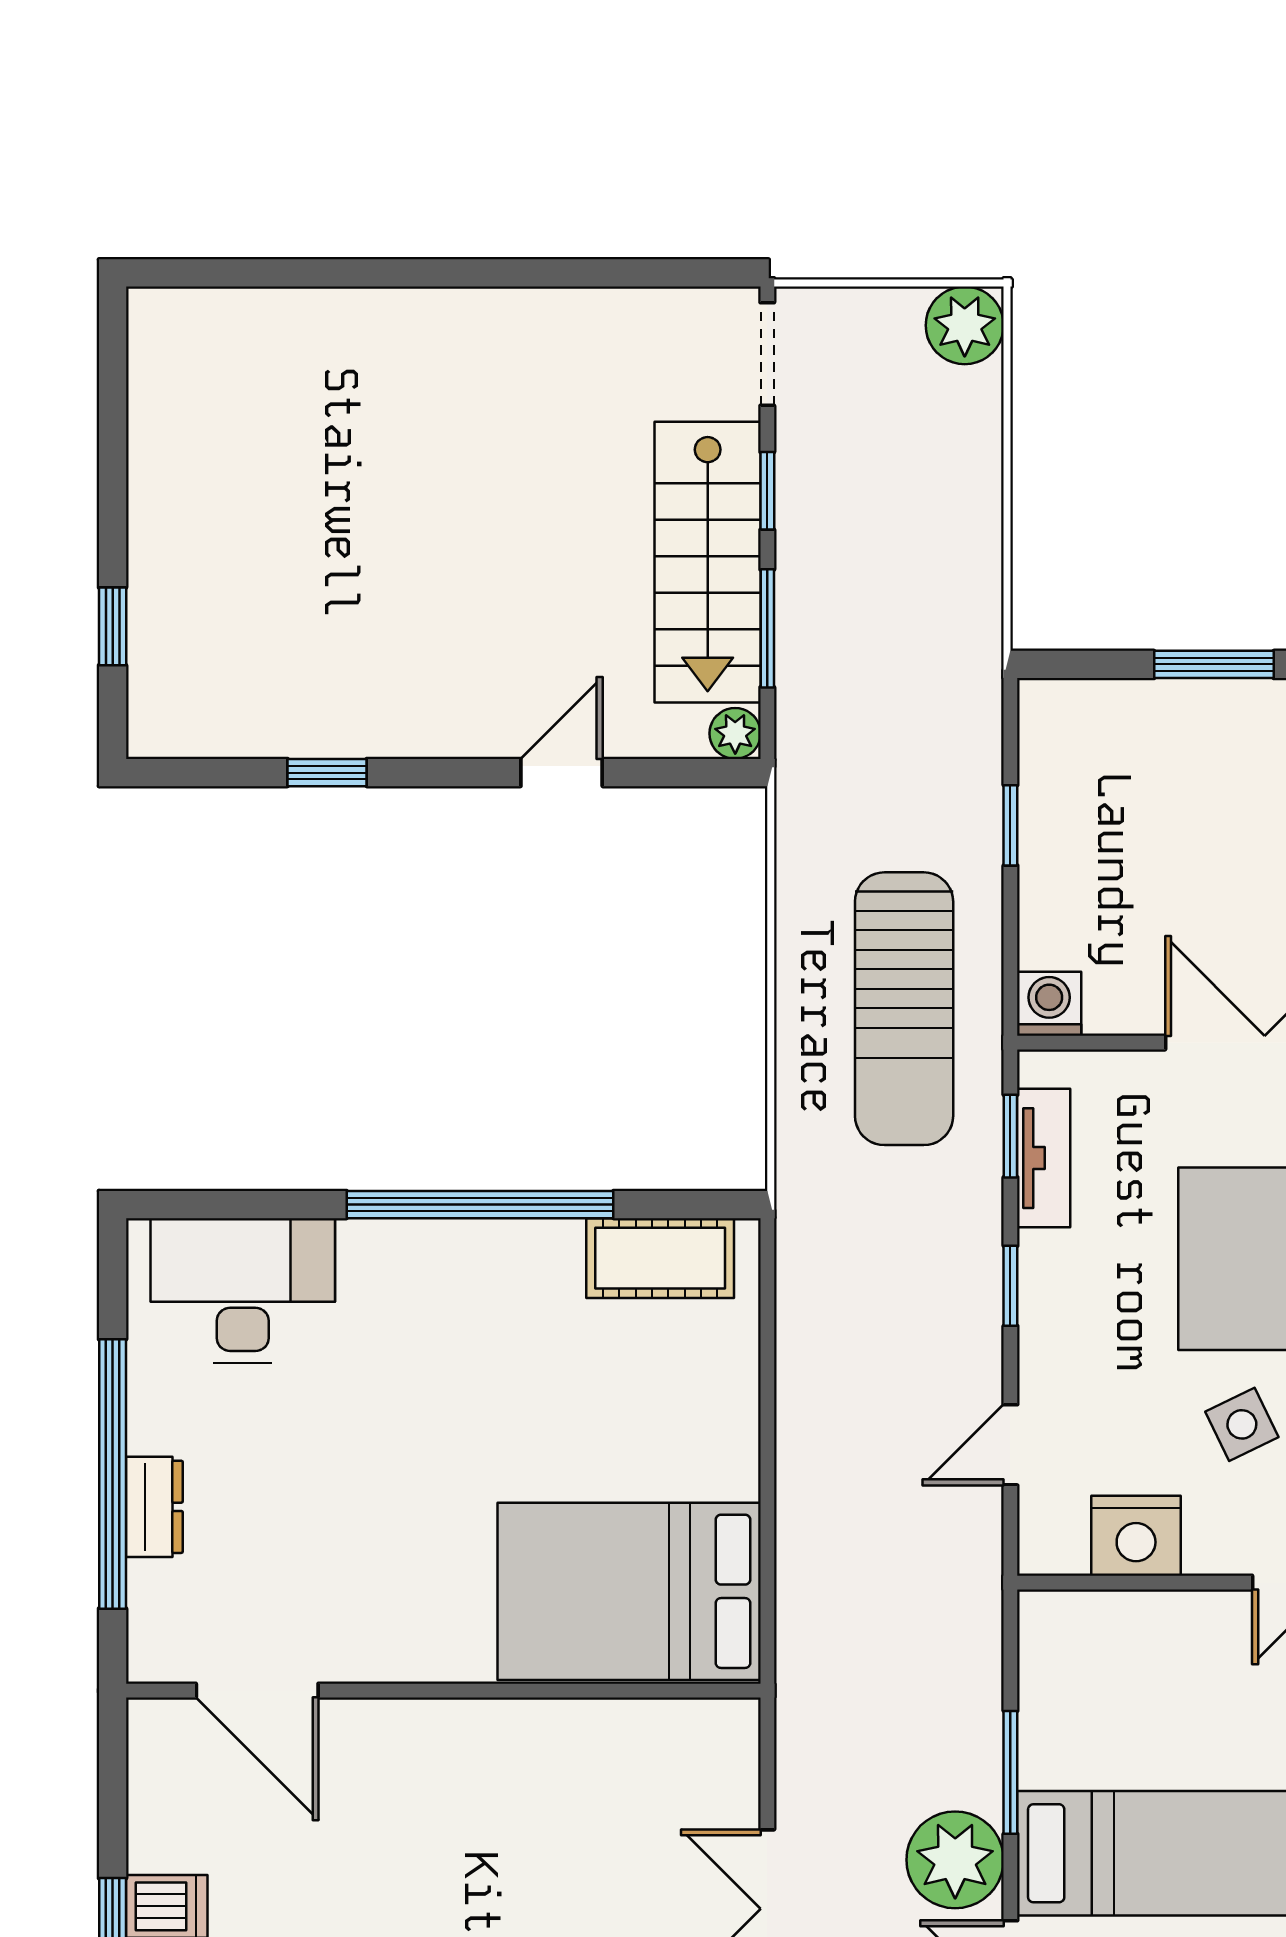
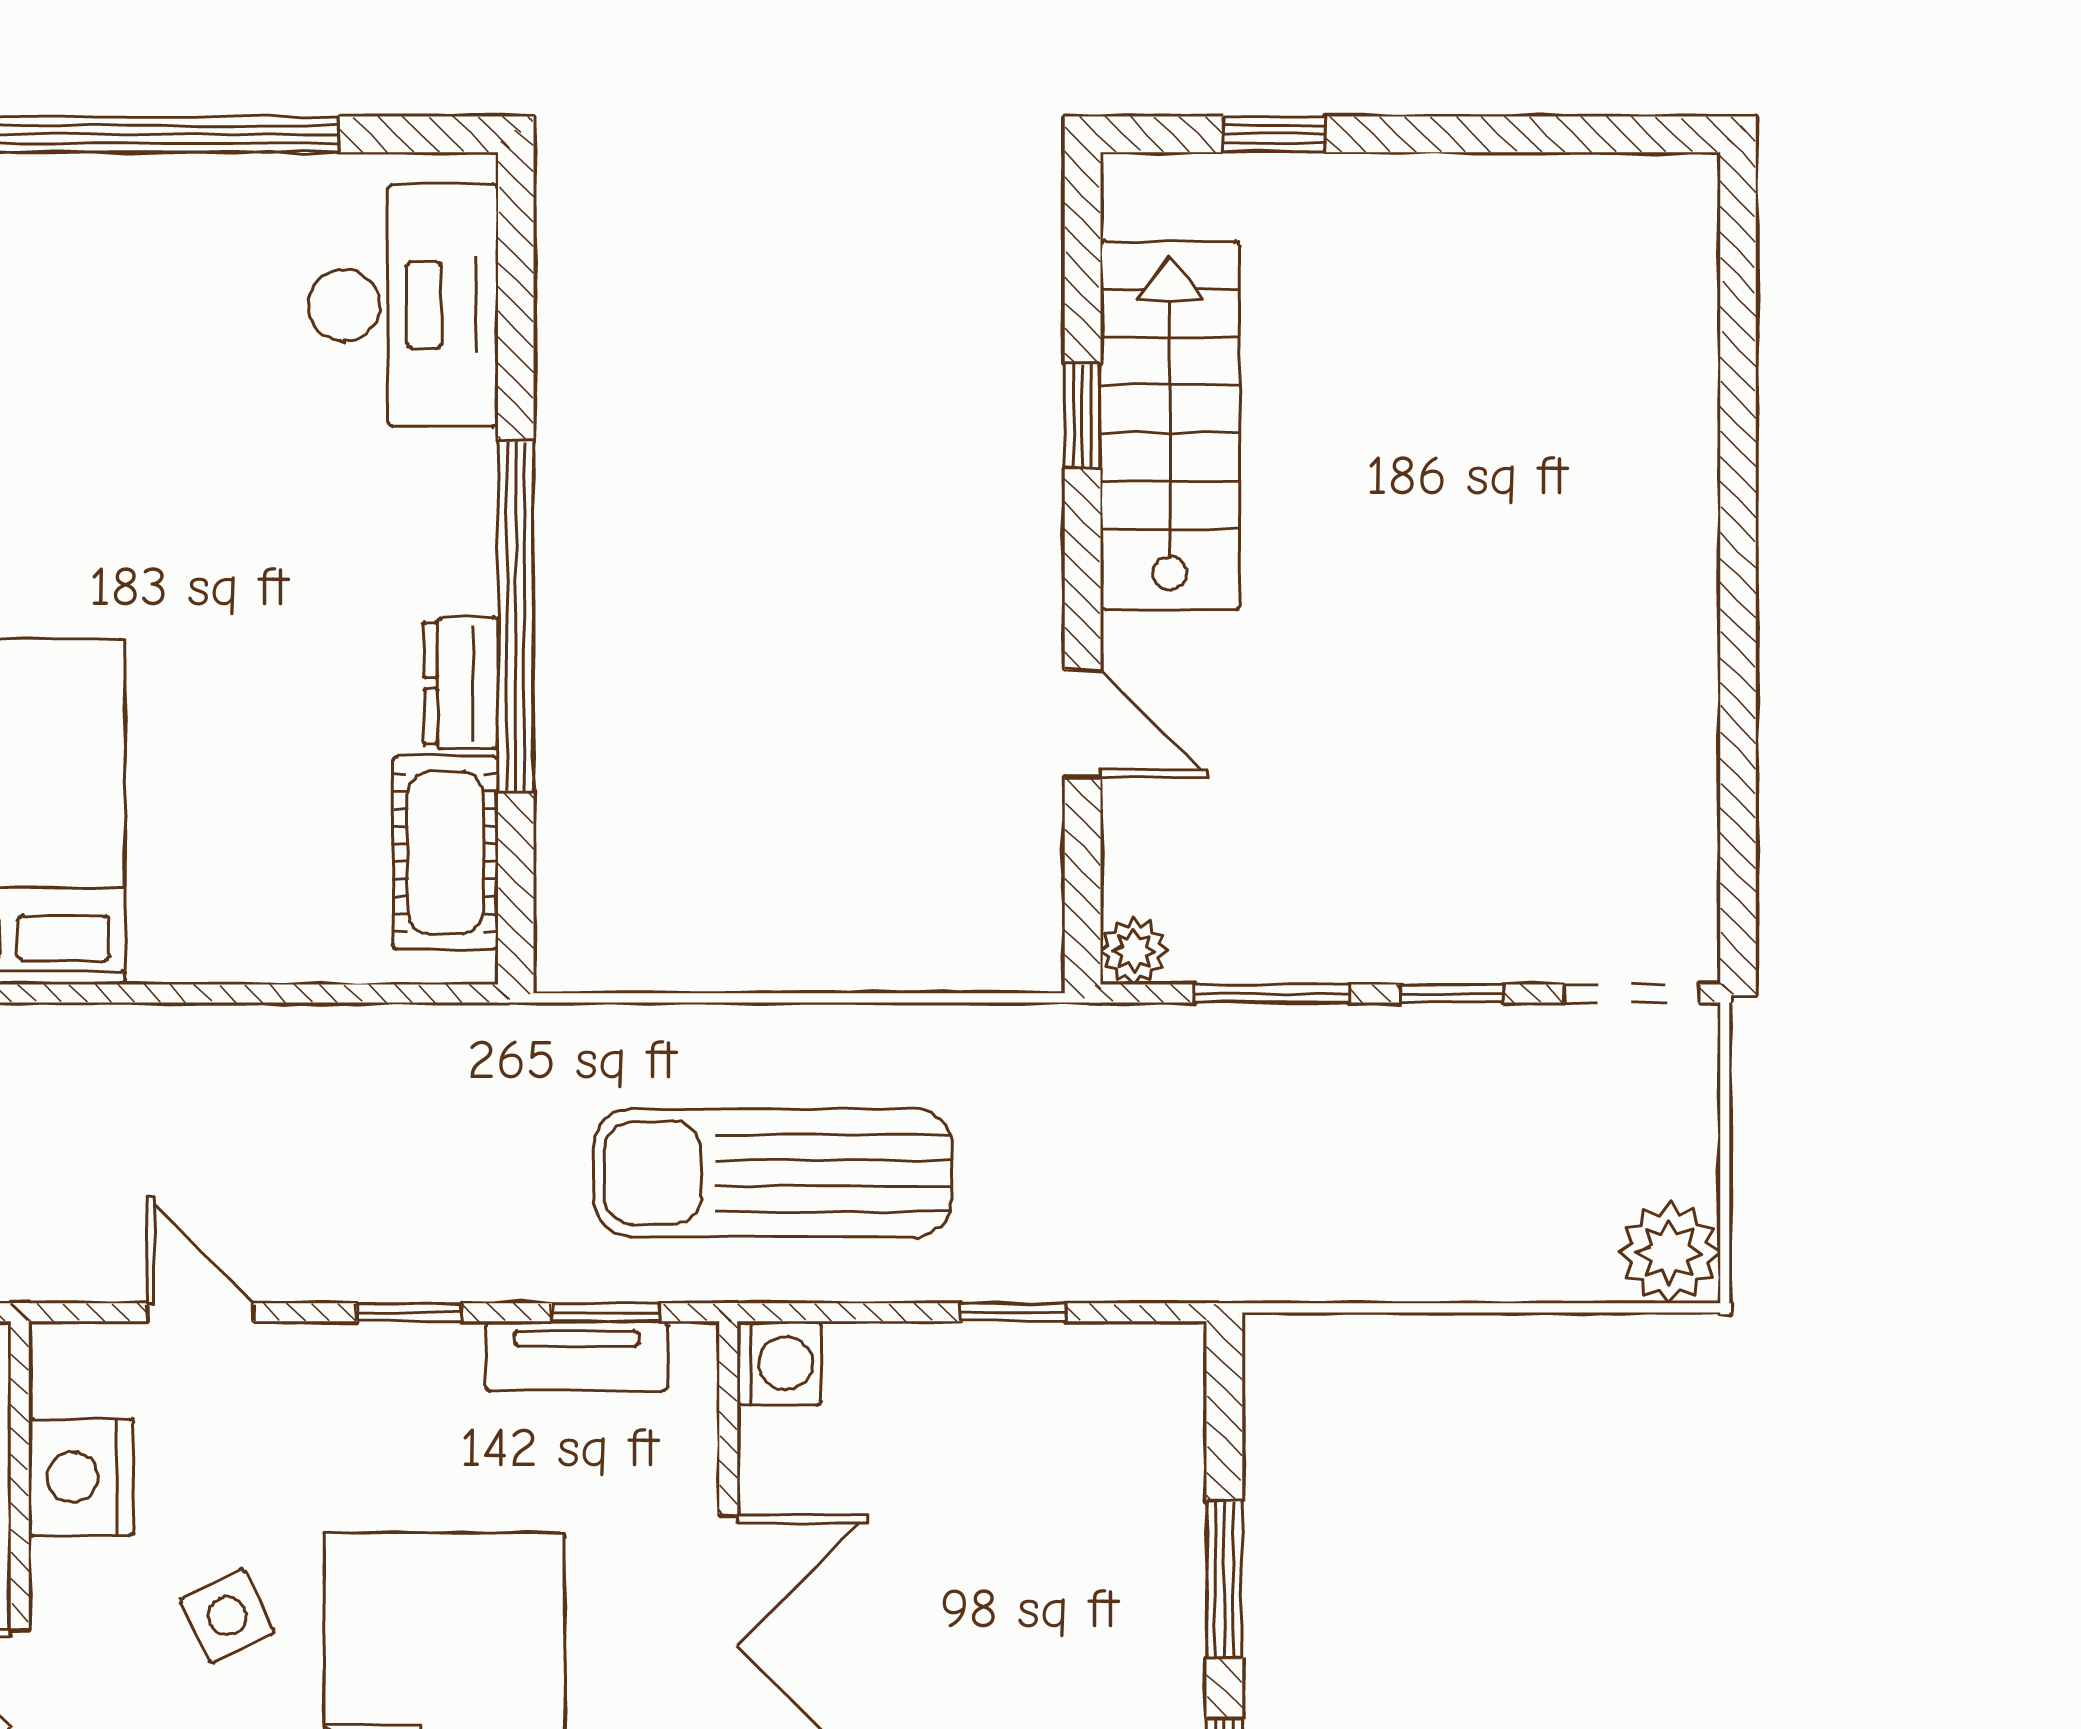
stairs: (708, 562) -> (1170, 426), moved, turned 90
dresser: (154, 1507) -> (461, 683), moved, turned 90

